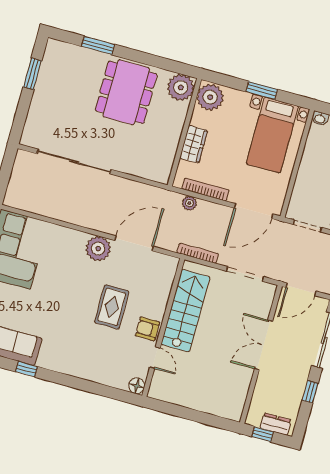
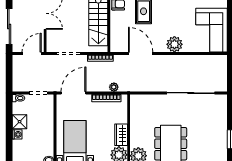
wardrobe: (194, 144) -> (121, 135), moved
door: (134, 243) -> (141, 53), swing flipped
plant: (98, 249) -> (174, 44), moved

